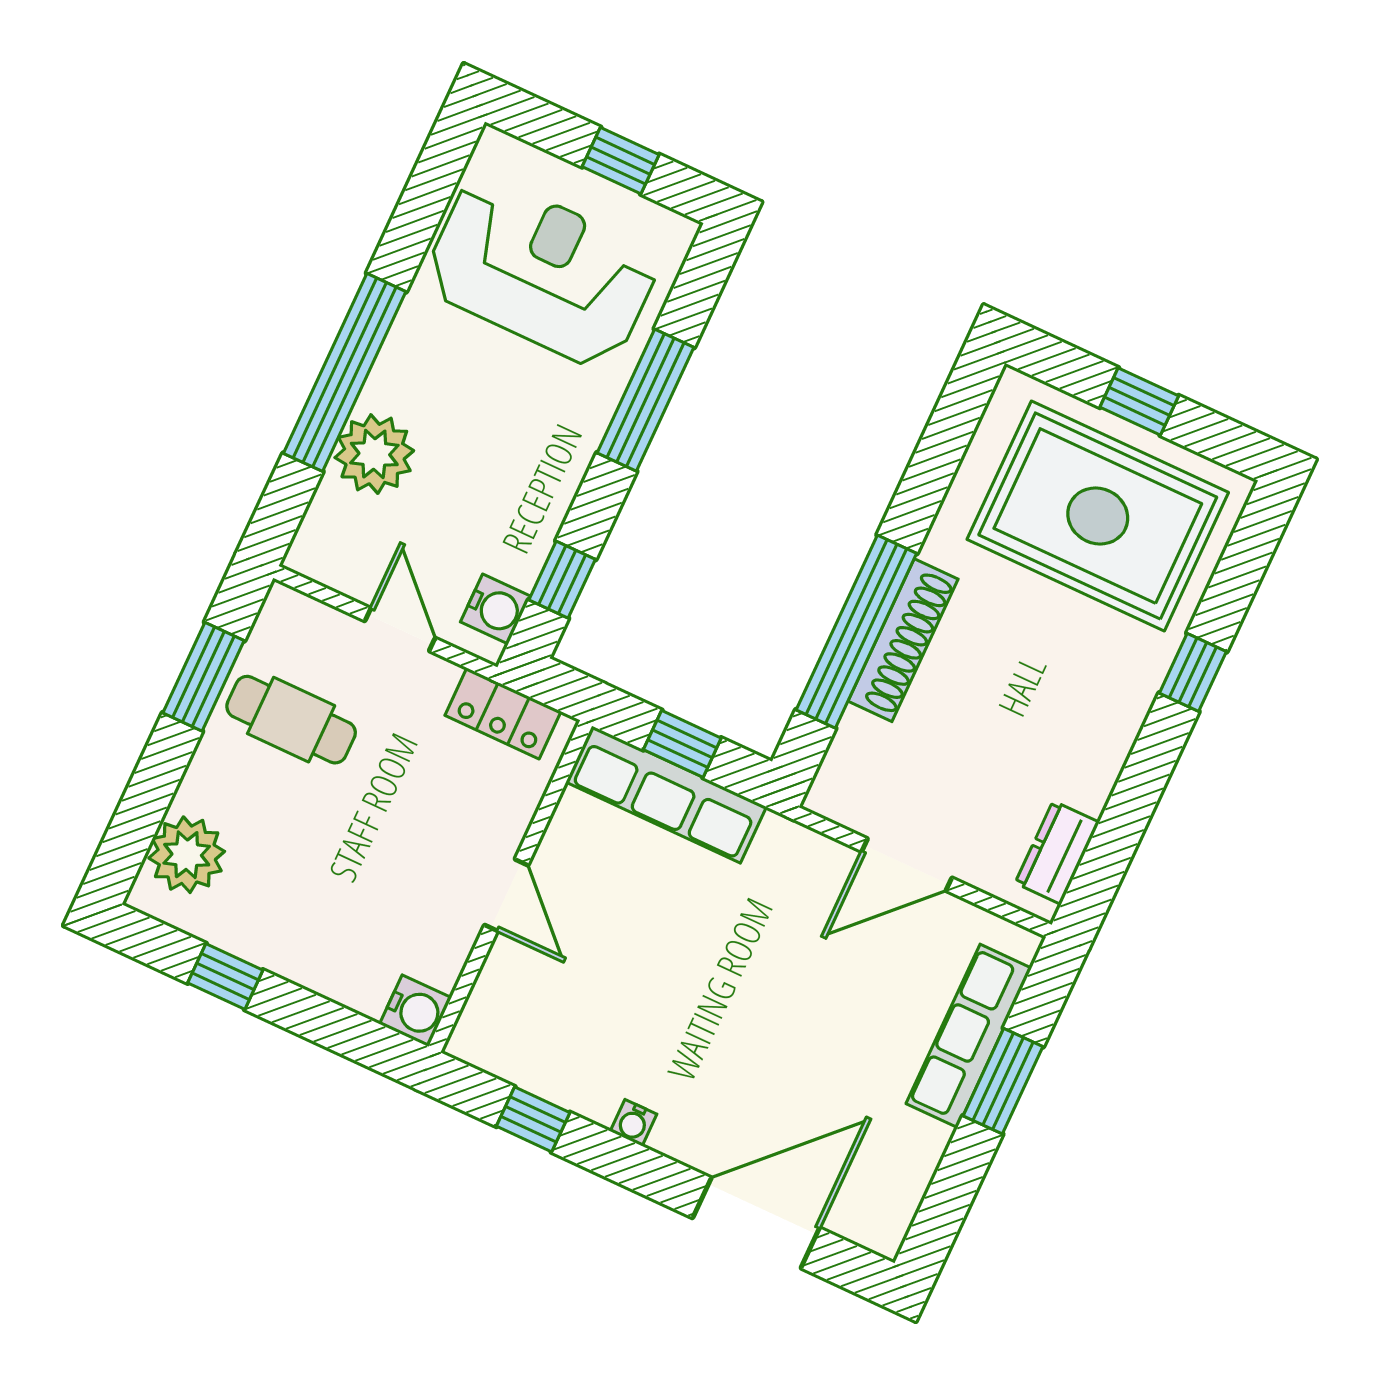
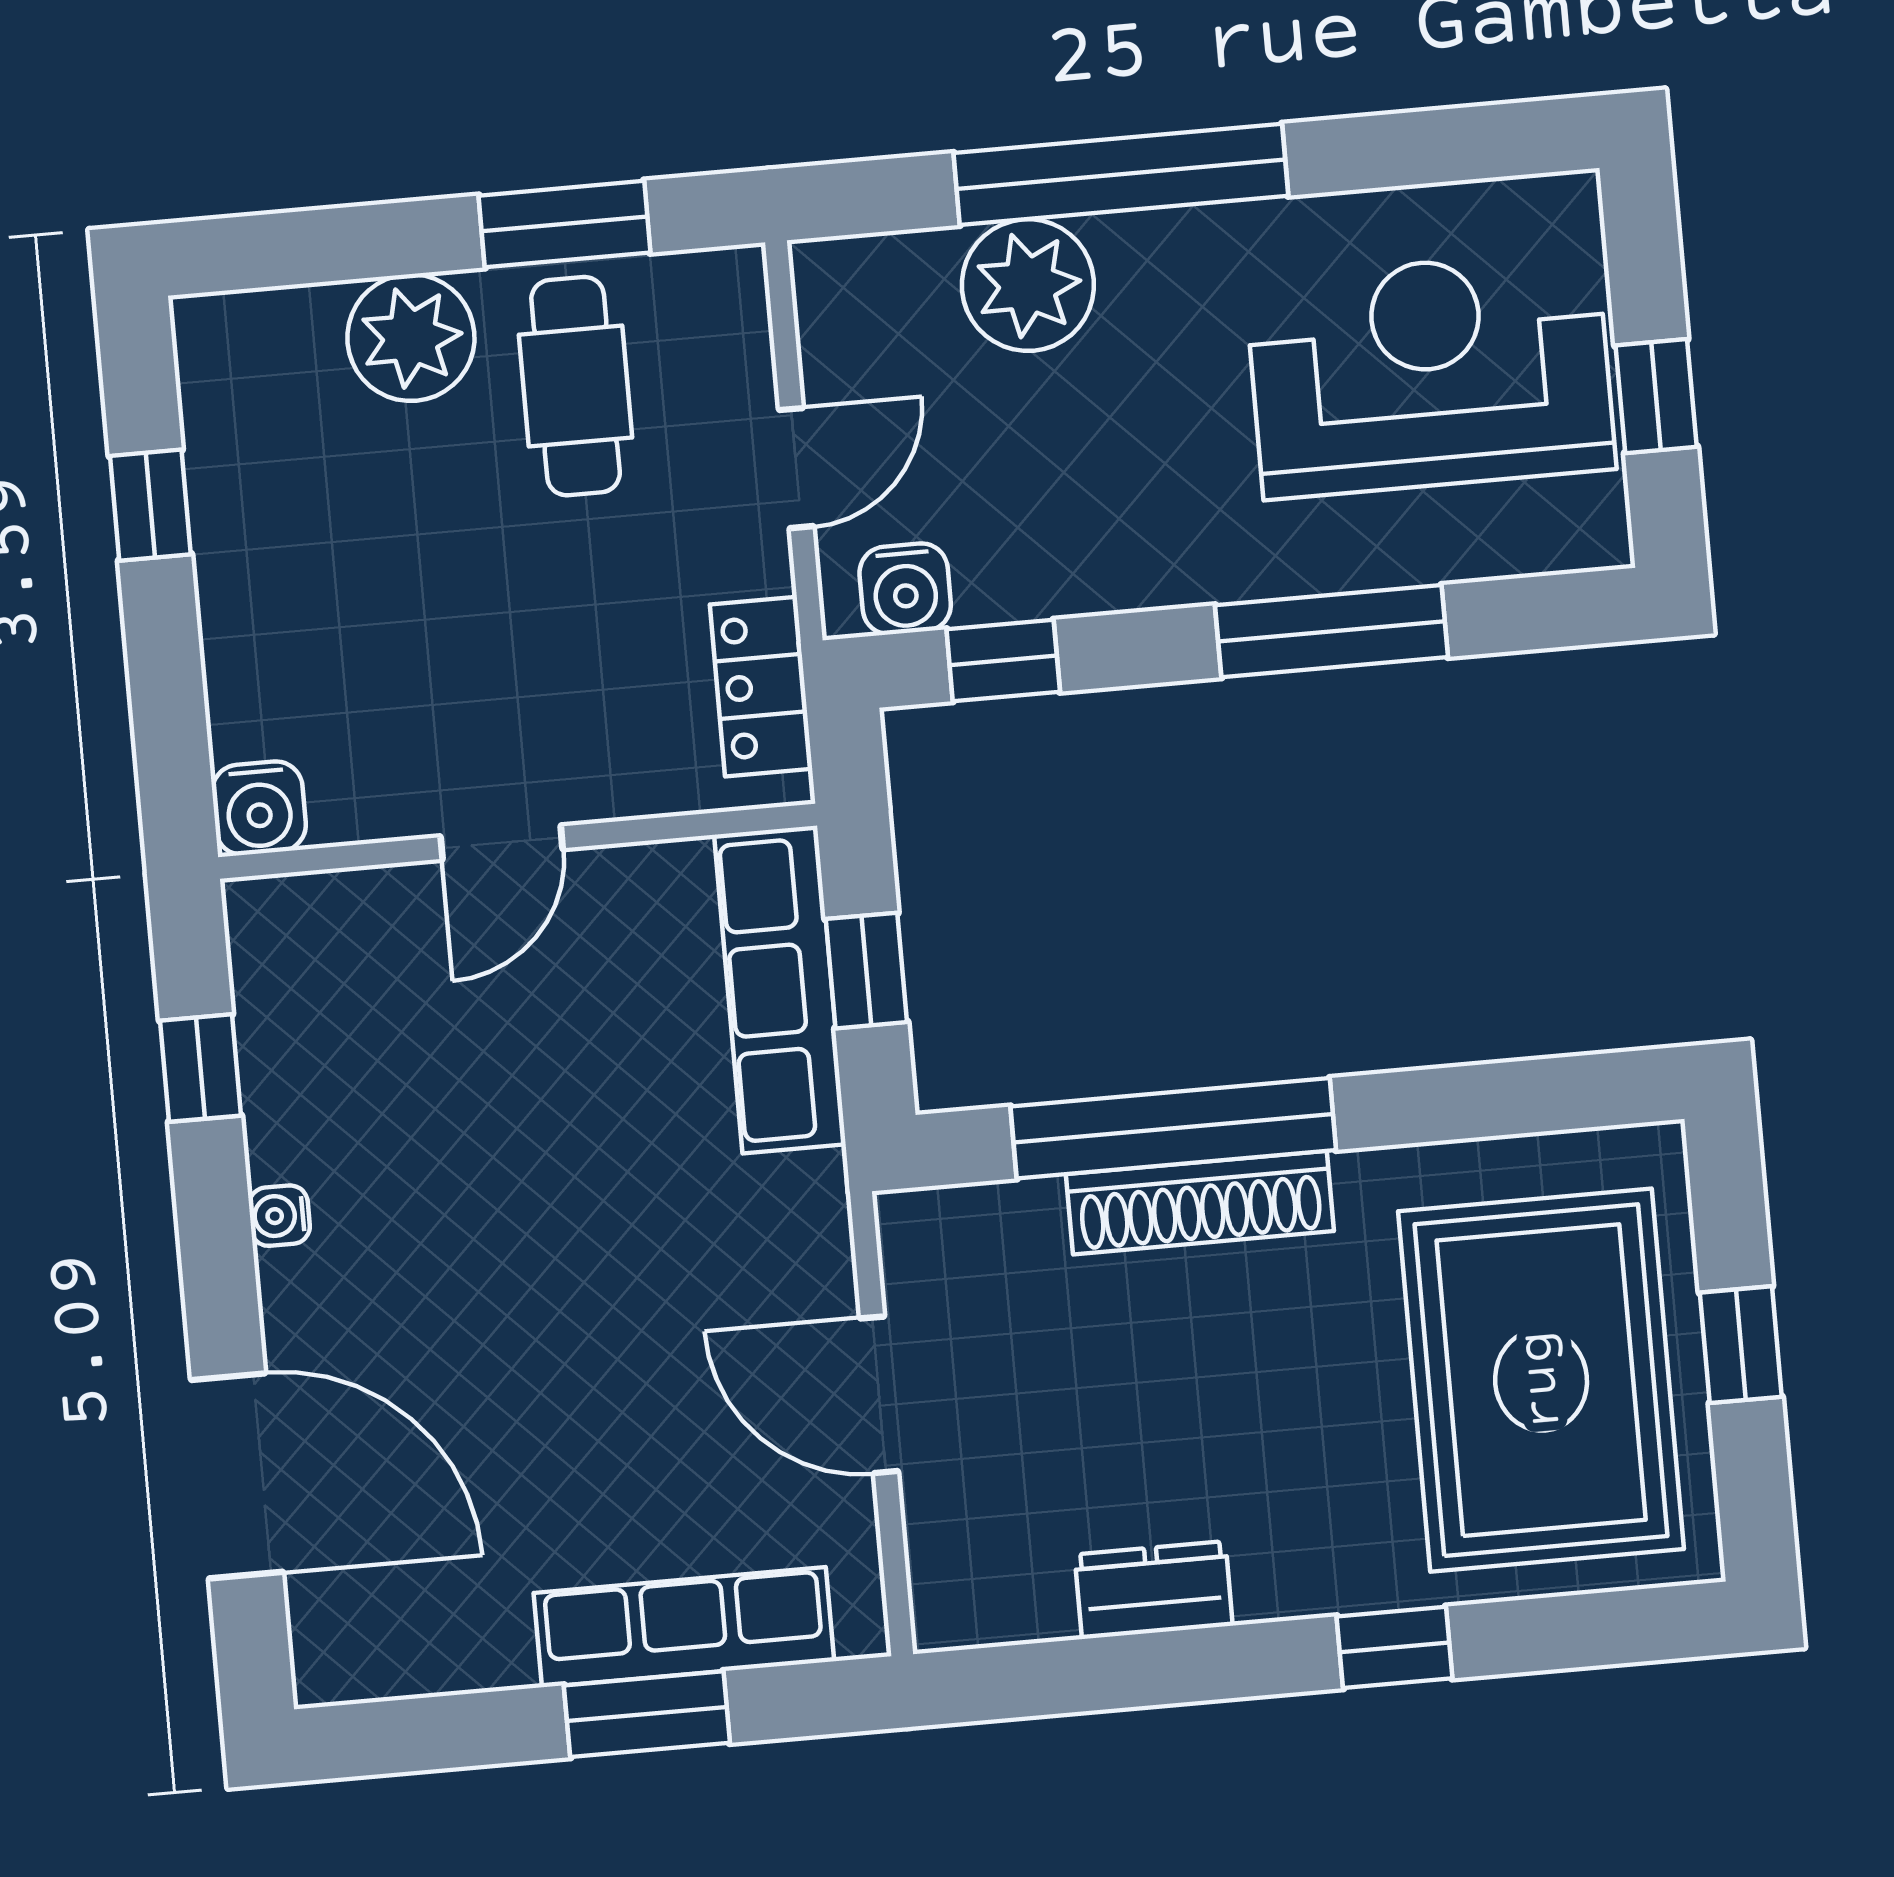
reception desk: (541, 272) -> (1430, 374), turned -90
dresser: (1057, 853) -> (1154, 1590), moved
plant: (187, 855) -> (411, 338), moved

